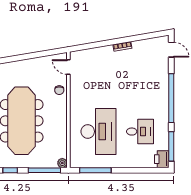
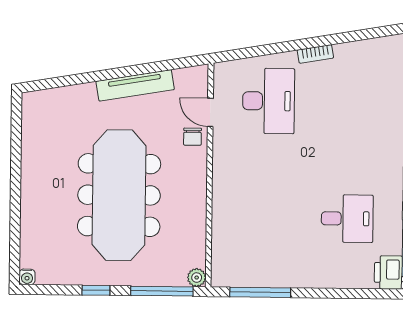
tv unit: (29, 64) -> (135, 85), added
door: (68, 67) -> (210, 112), moved
desk: (98, 132) -> (269, 101), moved, width x0.73, depth x0.77

